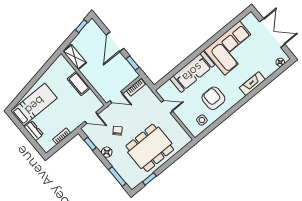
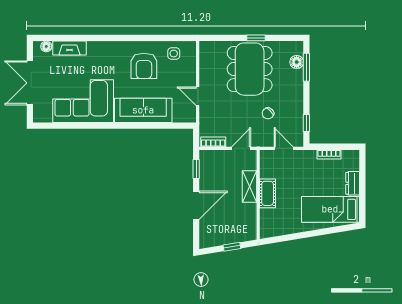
window: (81, 26) -> (232, 247), moved
shelving: (75, 57) -> (249, 187), moved
fireplace: (252, 84) -> (69, 48), moved
door: (116, 97) -> (241, 148), hinge flipped
dining table: (150, 148) -> (250, 69), turned 90
floor lamp: (107, 152) -> (297, 62), moved
window: (149, 179) -> (256, 38), moved

